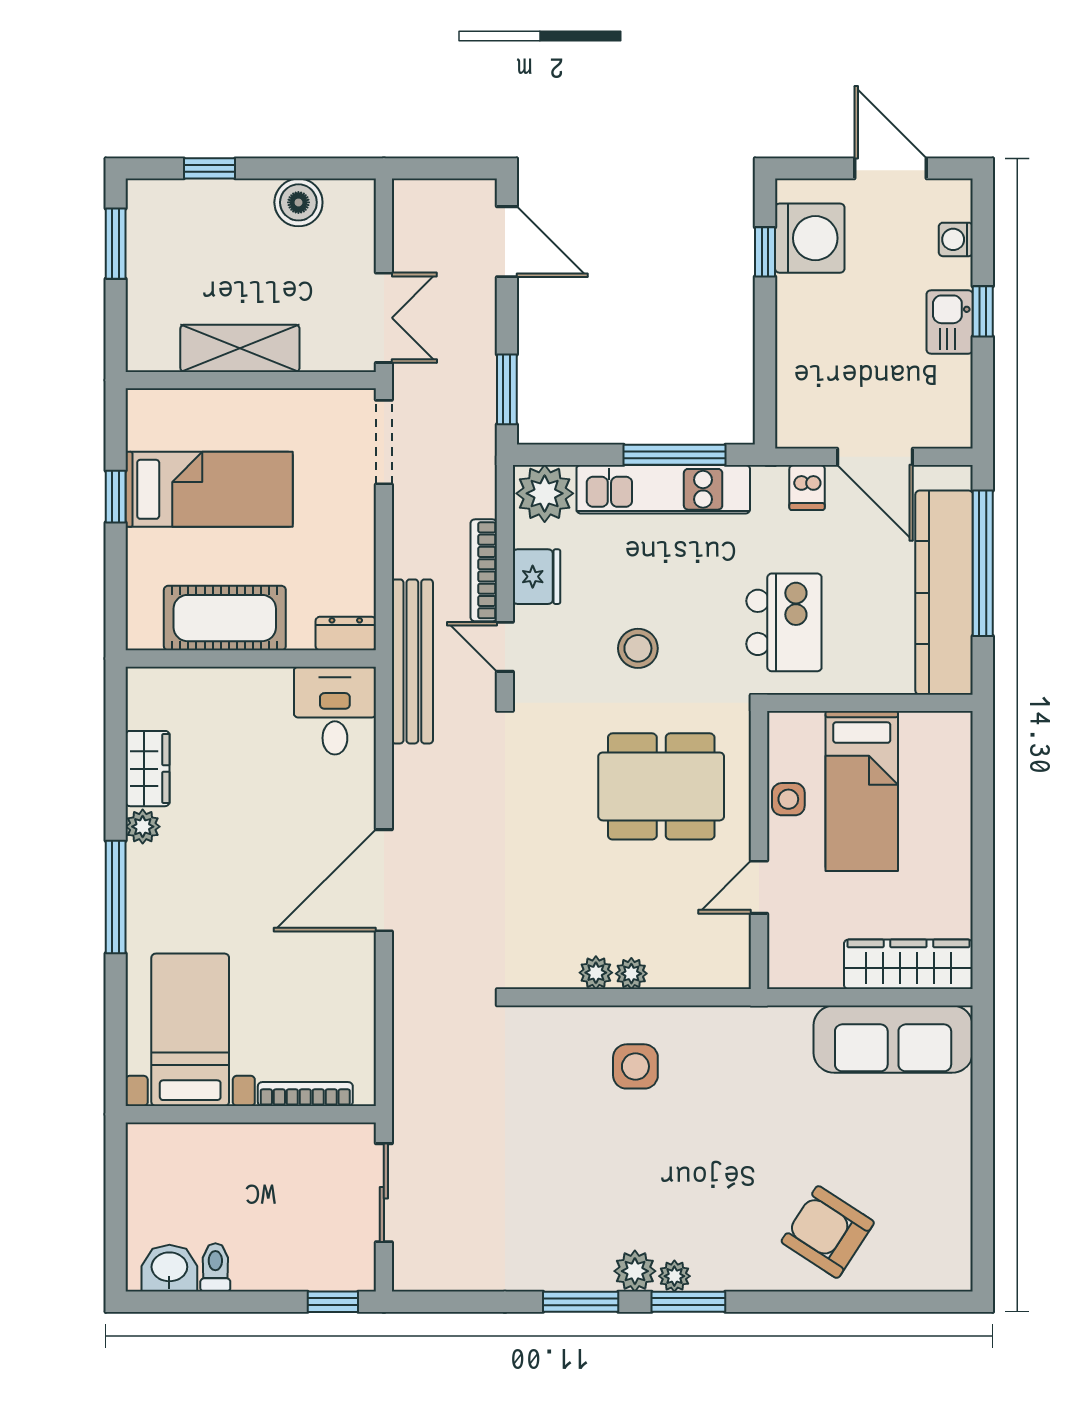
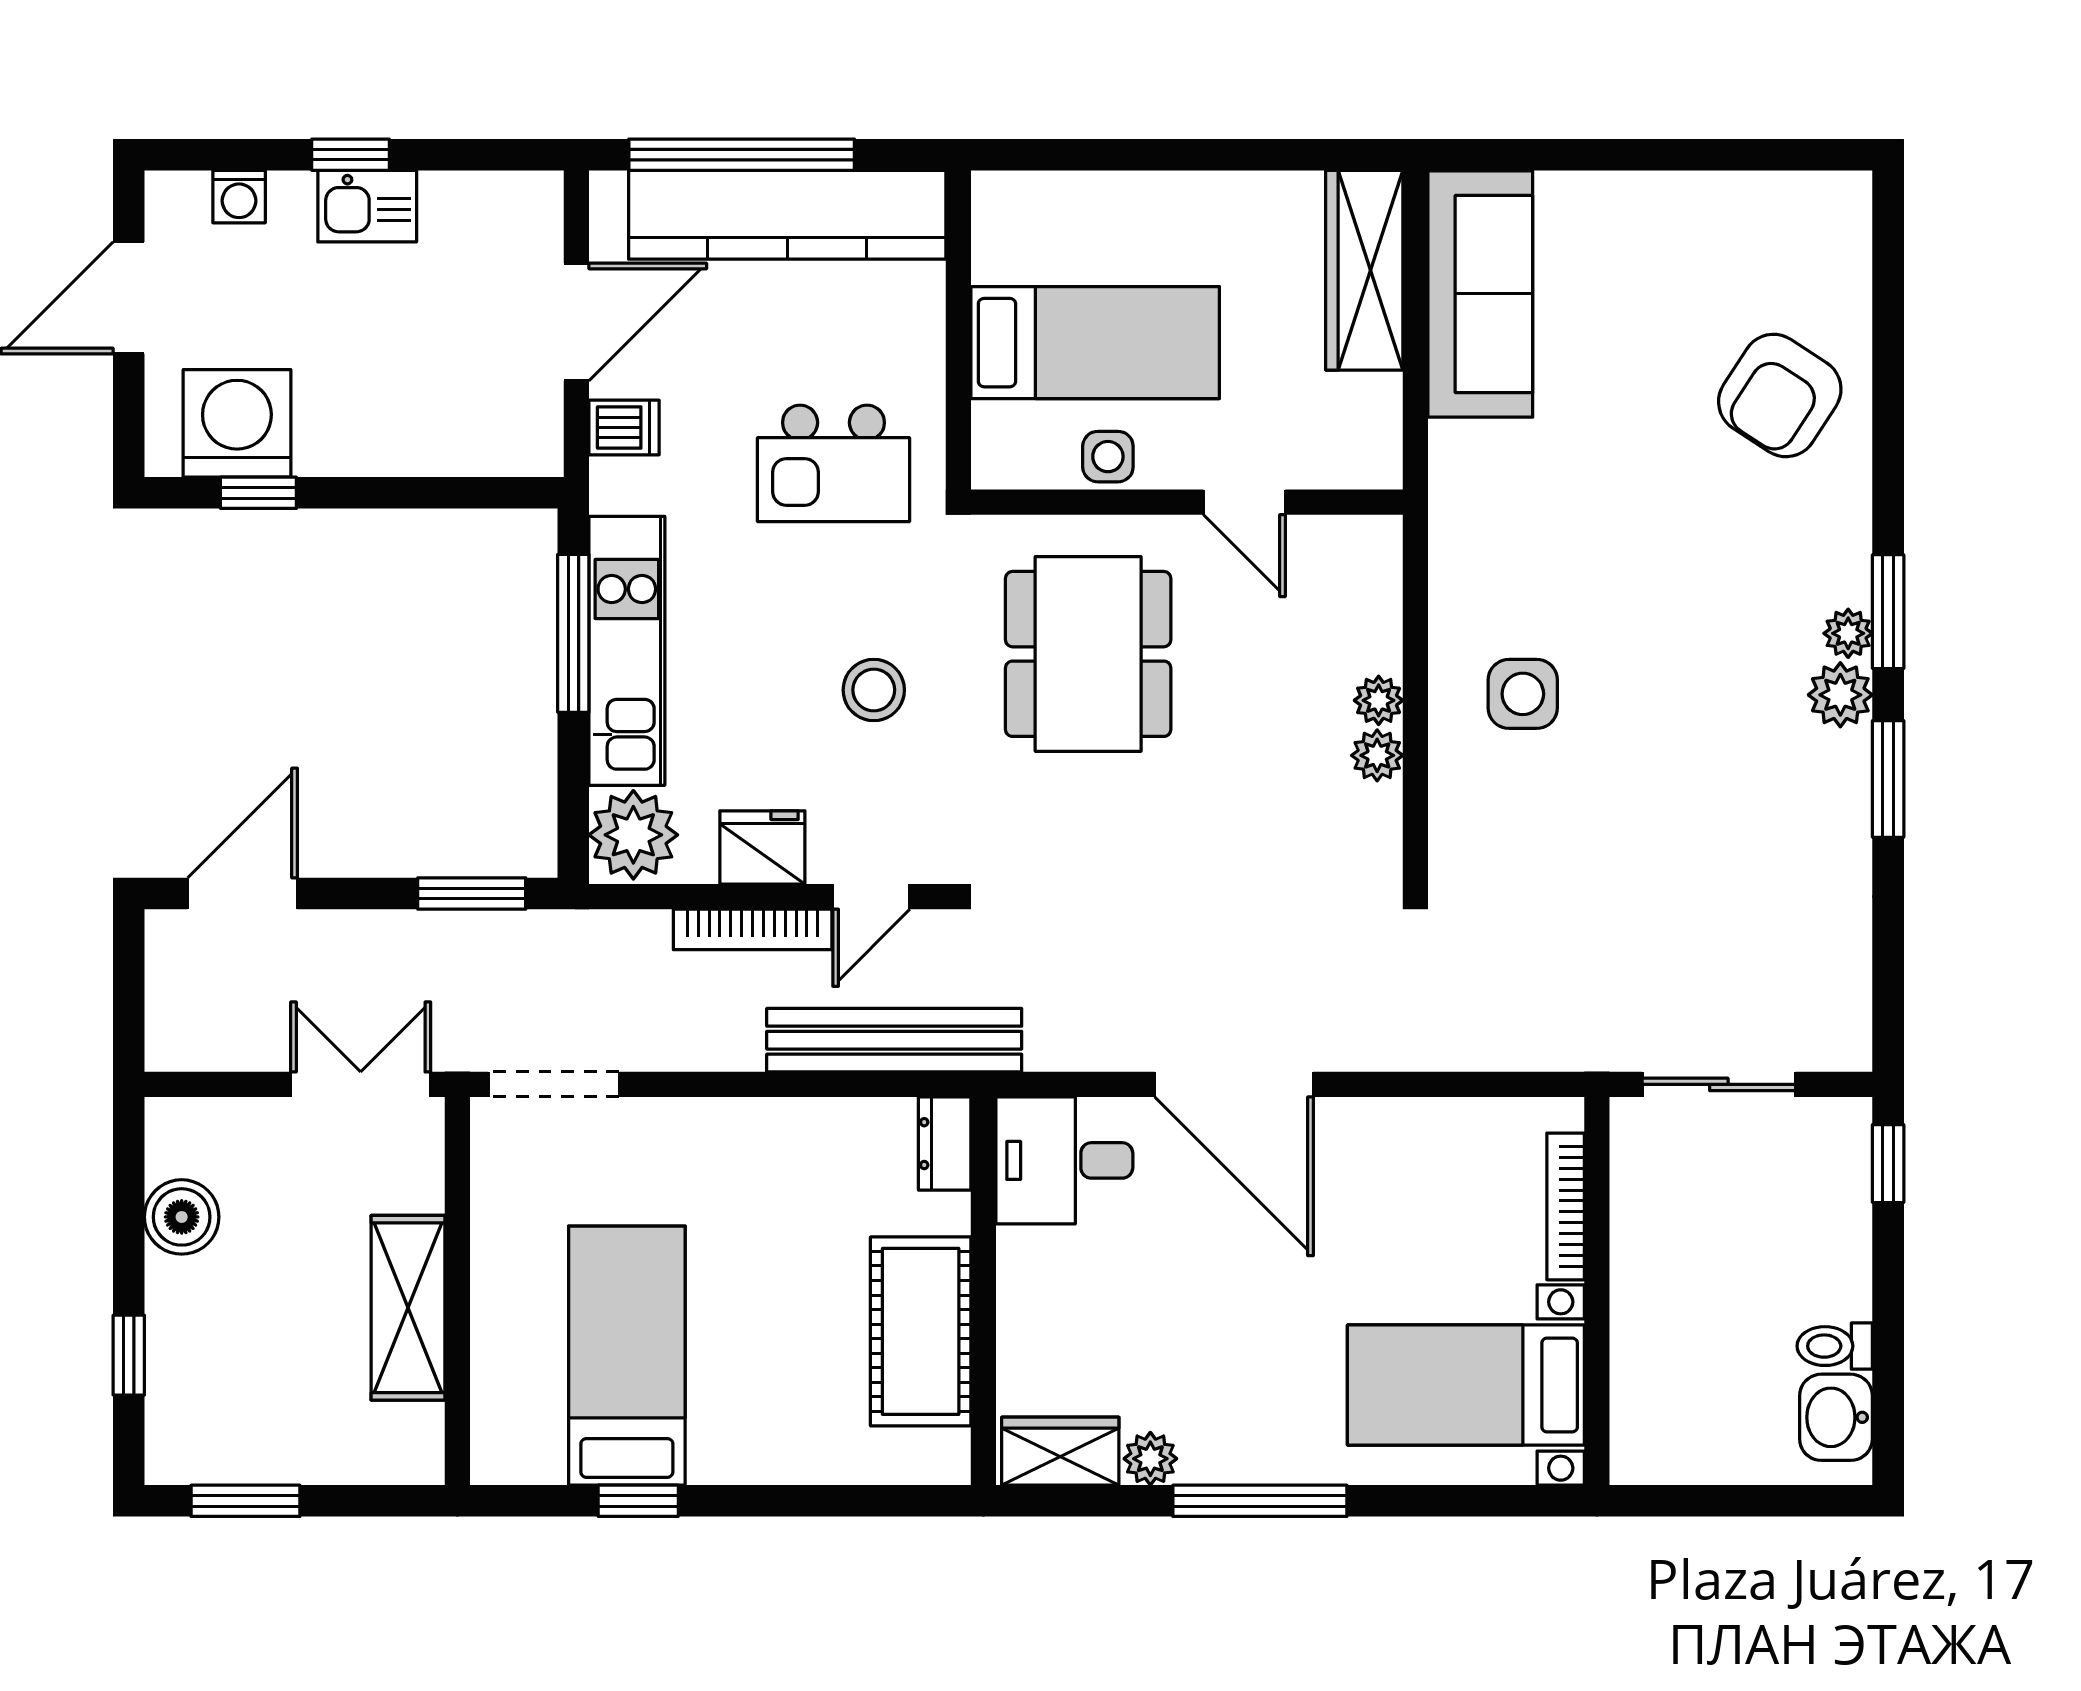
cot: (225, 618) -> (921, 1331), moved
kitchen island: (784, 622) -> (834, 463), turned 180
dresser: (346, 634) -> (945, 1144), moved
wall: (251, 658) -> (983, 1291), moved
desk: (335, 711) -> (1064, 1160), moved

